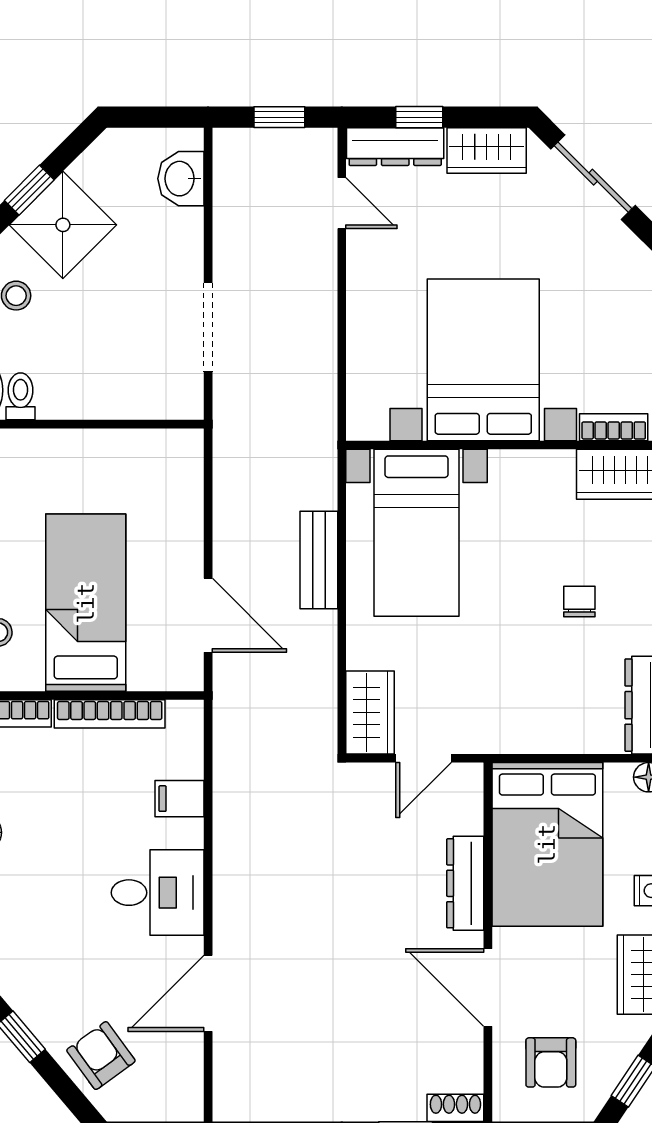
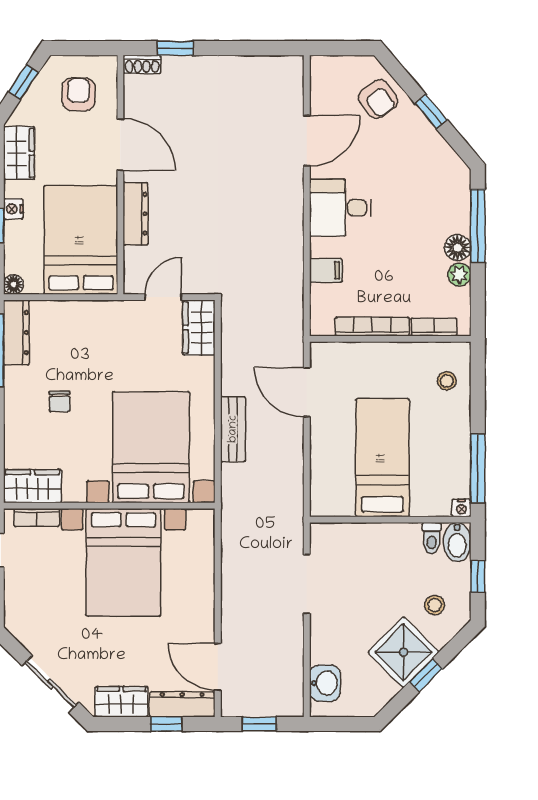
door: (342, 203) -> (218, 667), width x1.38
bed with nightstands: (417, 533) -> (151, 447), width x1.36
bed: (86, 603) -> (382, 458), moved, turned 180

